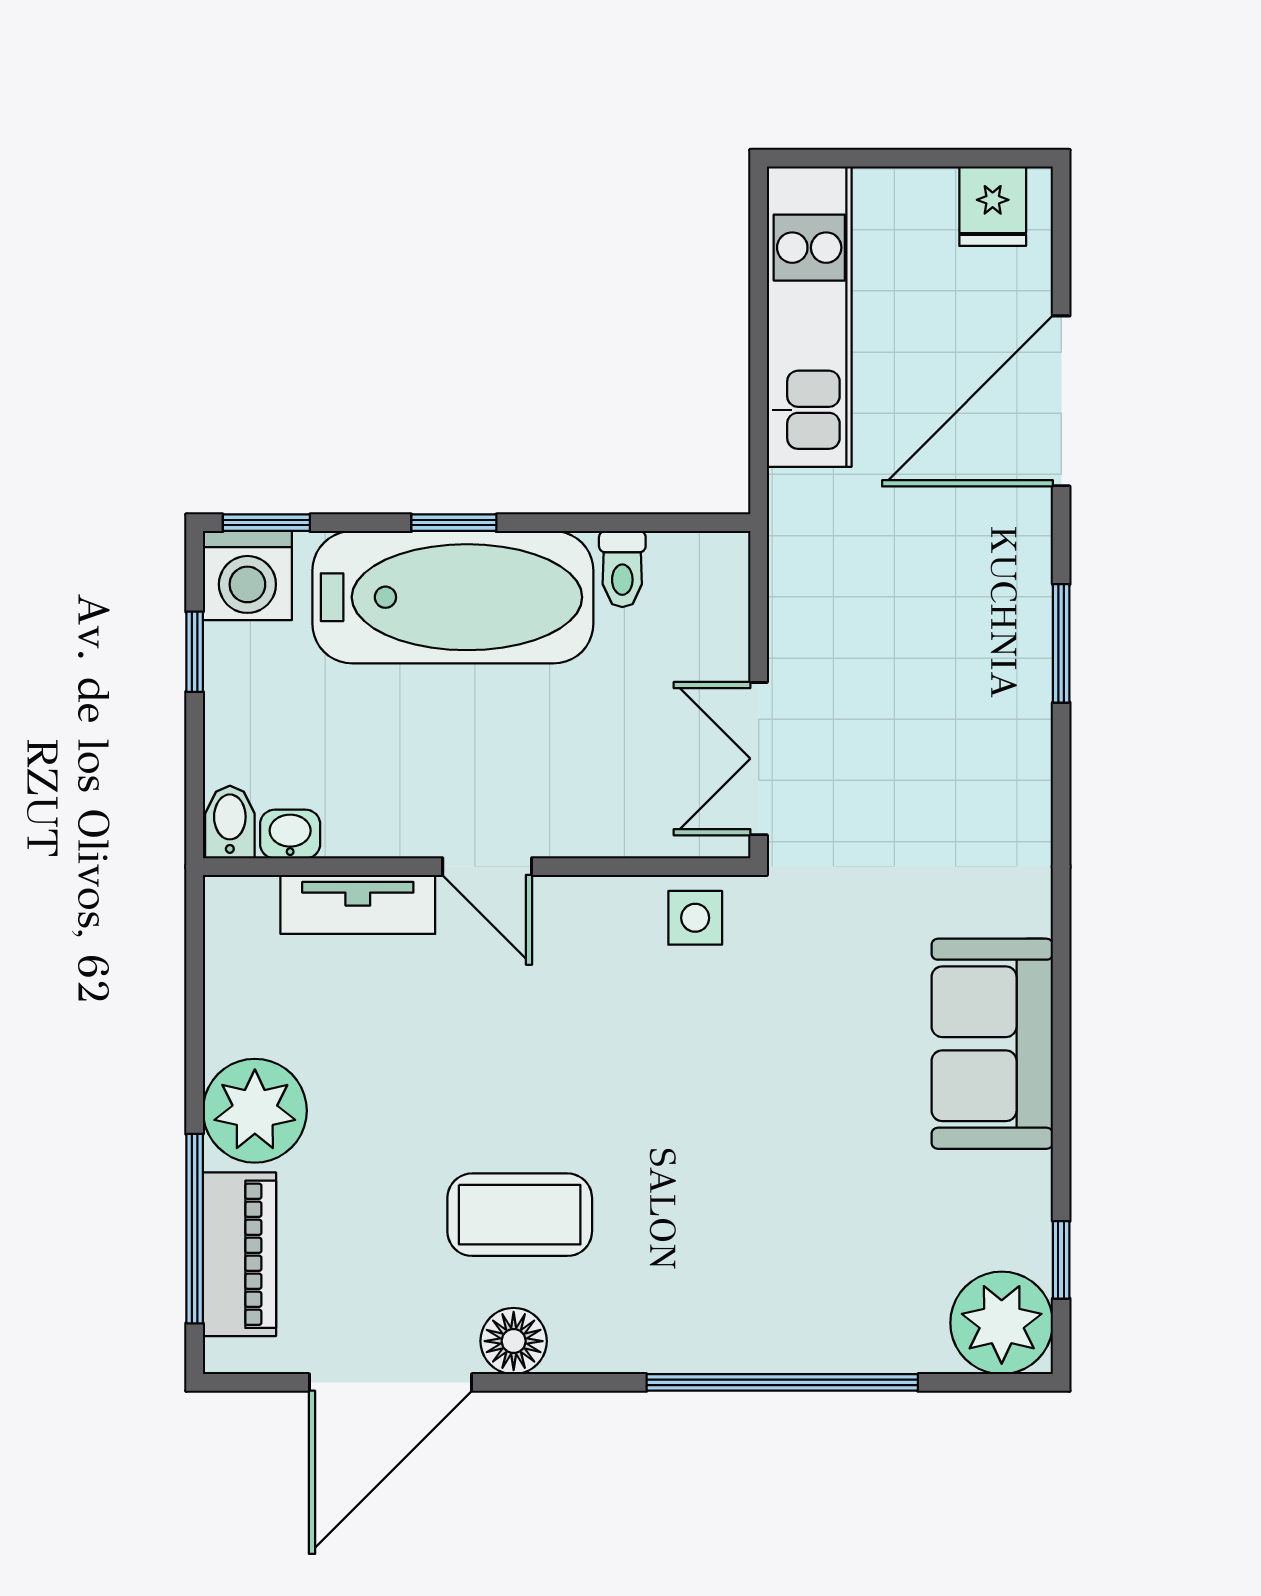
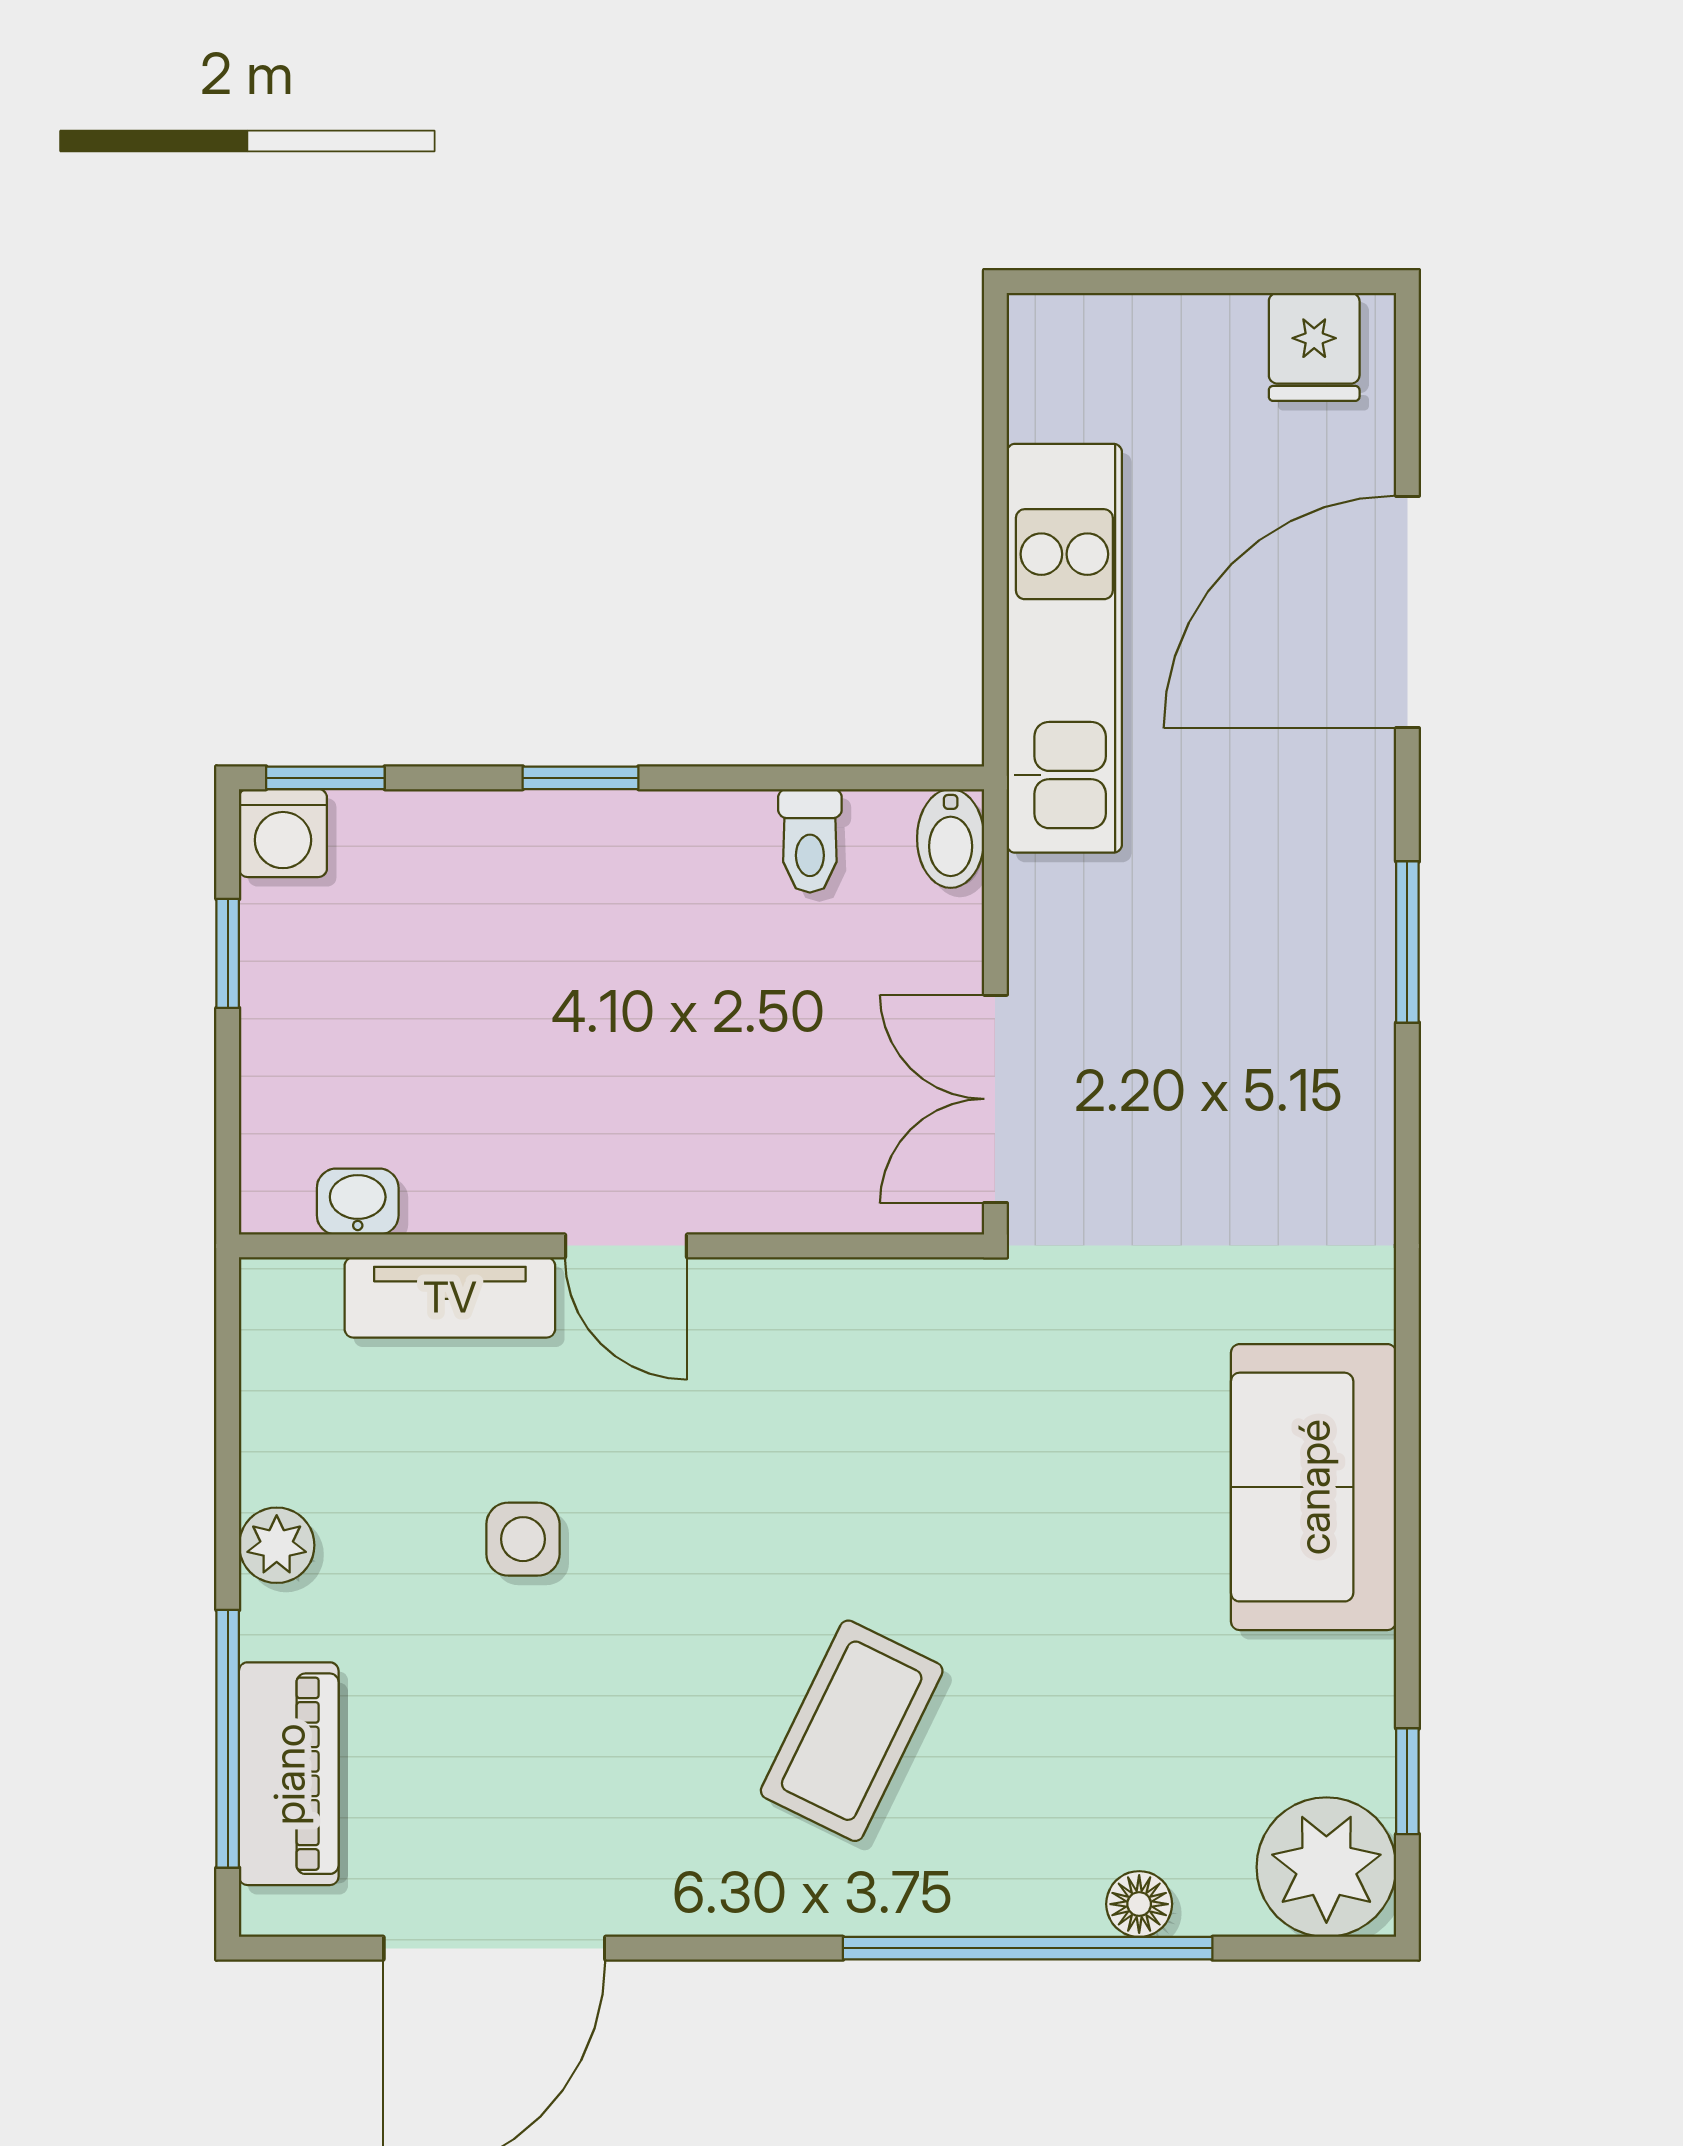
kitchen unit: (809, 317) -> (1064, 648), moved
washing machine: (247, 576) -> (283, 833), width x0.73, depth x0.73
bathtub: (453, 597) -> (579, 879), removed
bidet: (230, 822) -> (951, 838), moved, turned 180
side table: (695, 918) -> (523, 1539), moved
plant: (255, 1111) -> (277, 1545), width x0.53, depth x0.53
coffee table: (520, 1215) -> (852, 1731), moved, turned -64
floor lamp: (514, 1341) -> (1139, 1904), moved, width x0.73, depth x0.73

